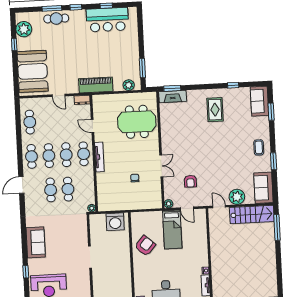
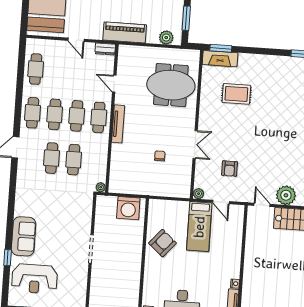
rug: (215, 110) -> (236, 94), moved, turned 90
sofa: (36, 242) -> (24, 236), moved

